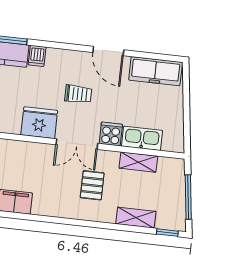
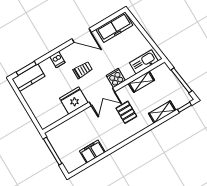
dishwasher: (37, 56) -> (57, 60), moved
kitchen sink: (142, 138) -> (144, 62), moved

